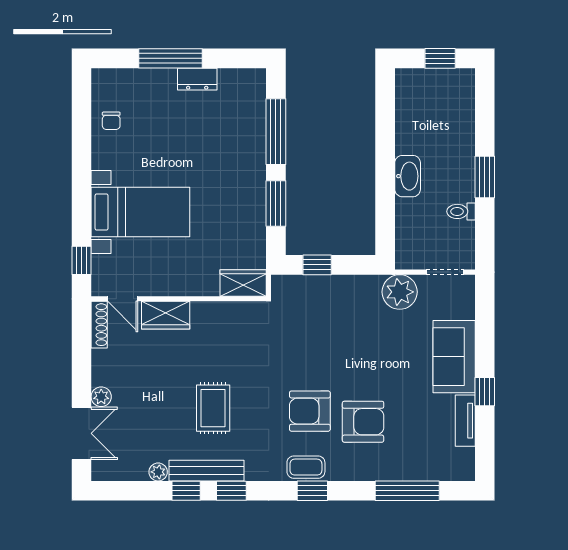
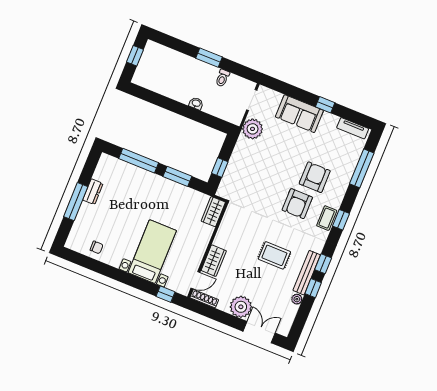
washbasin: (408, 176) -> (196, 103), width x0.52, depth x0.69
plant: (101, 397) -> (241, 307), width x1.87, depth x1.87
tv unit: (465, 421) -> (353, 128), moved

